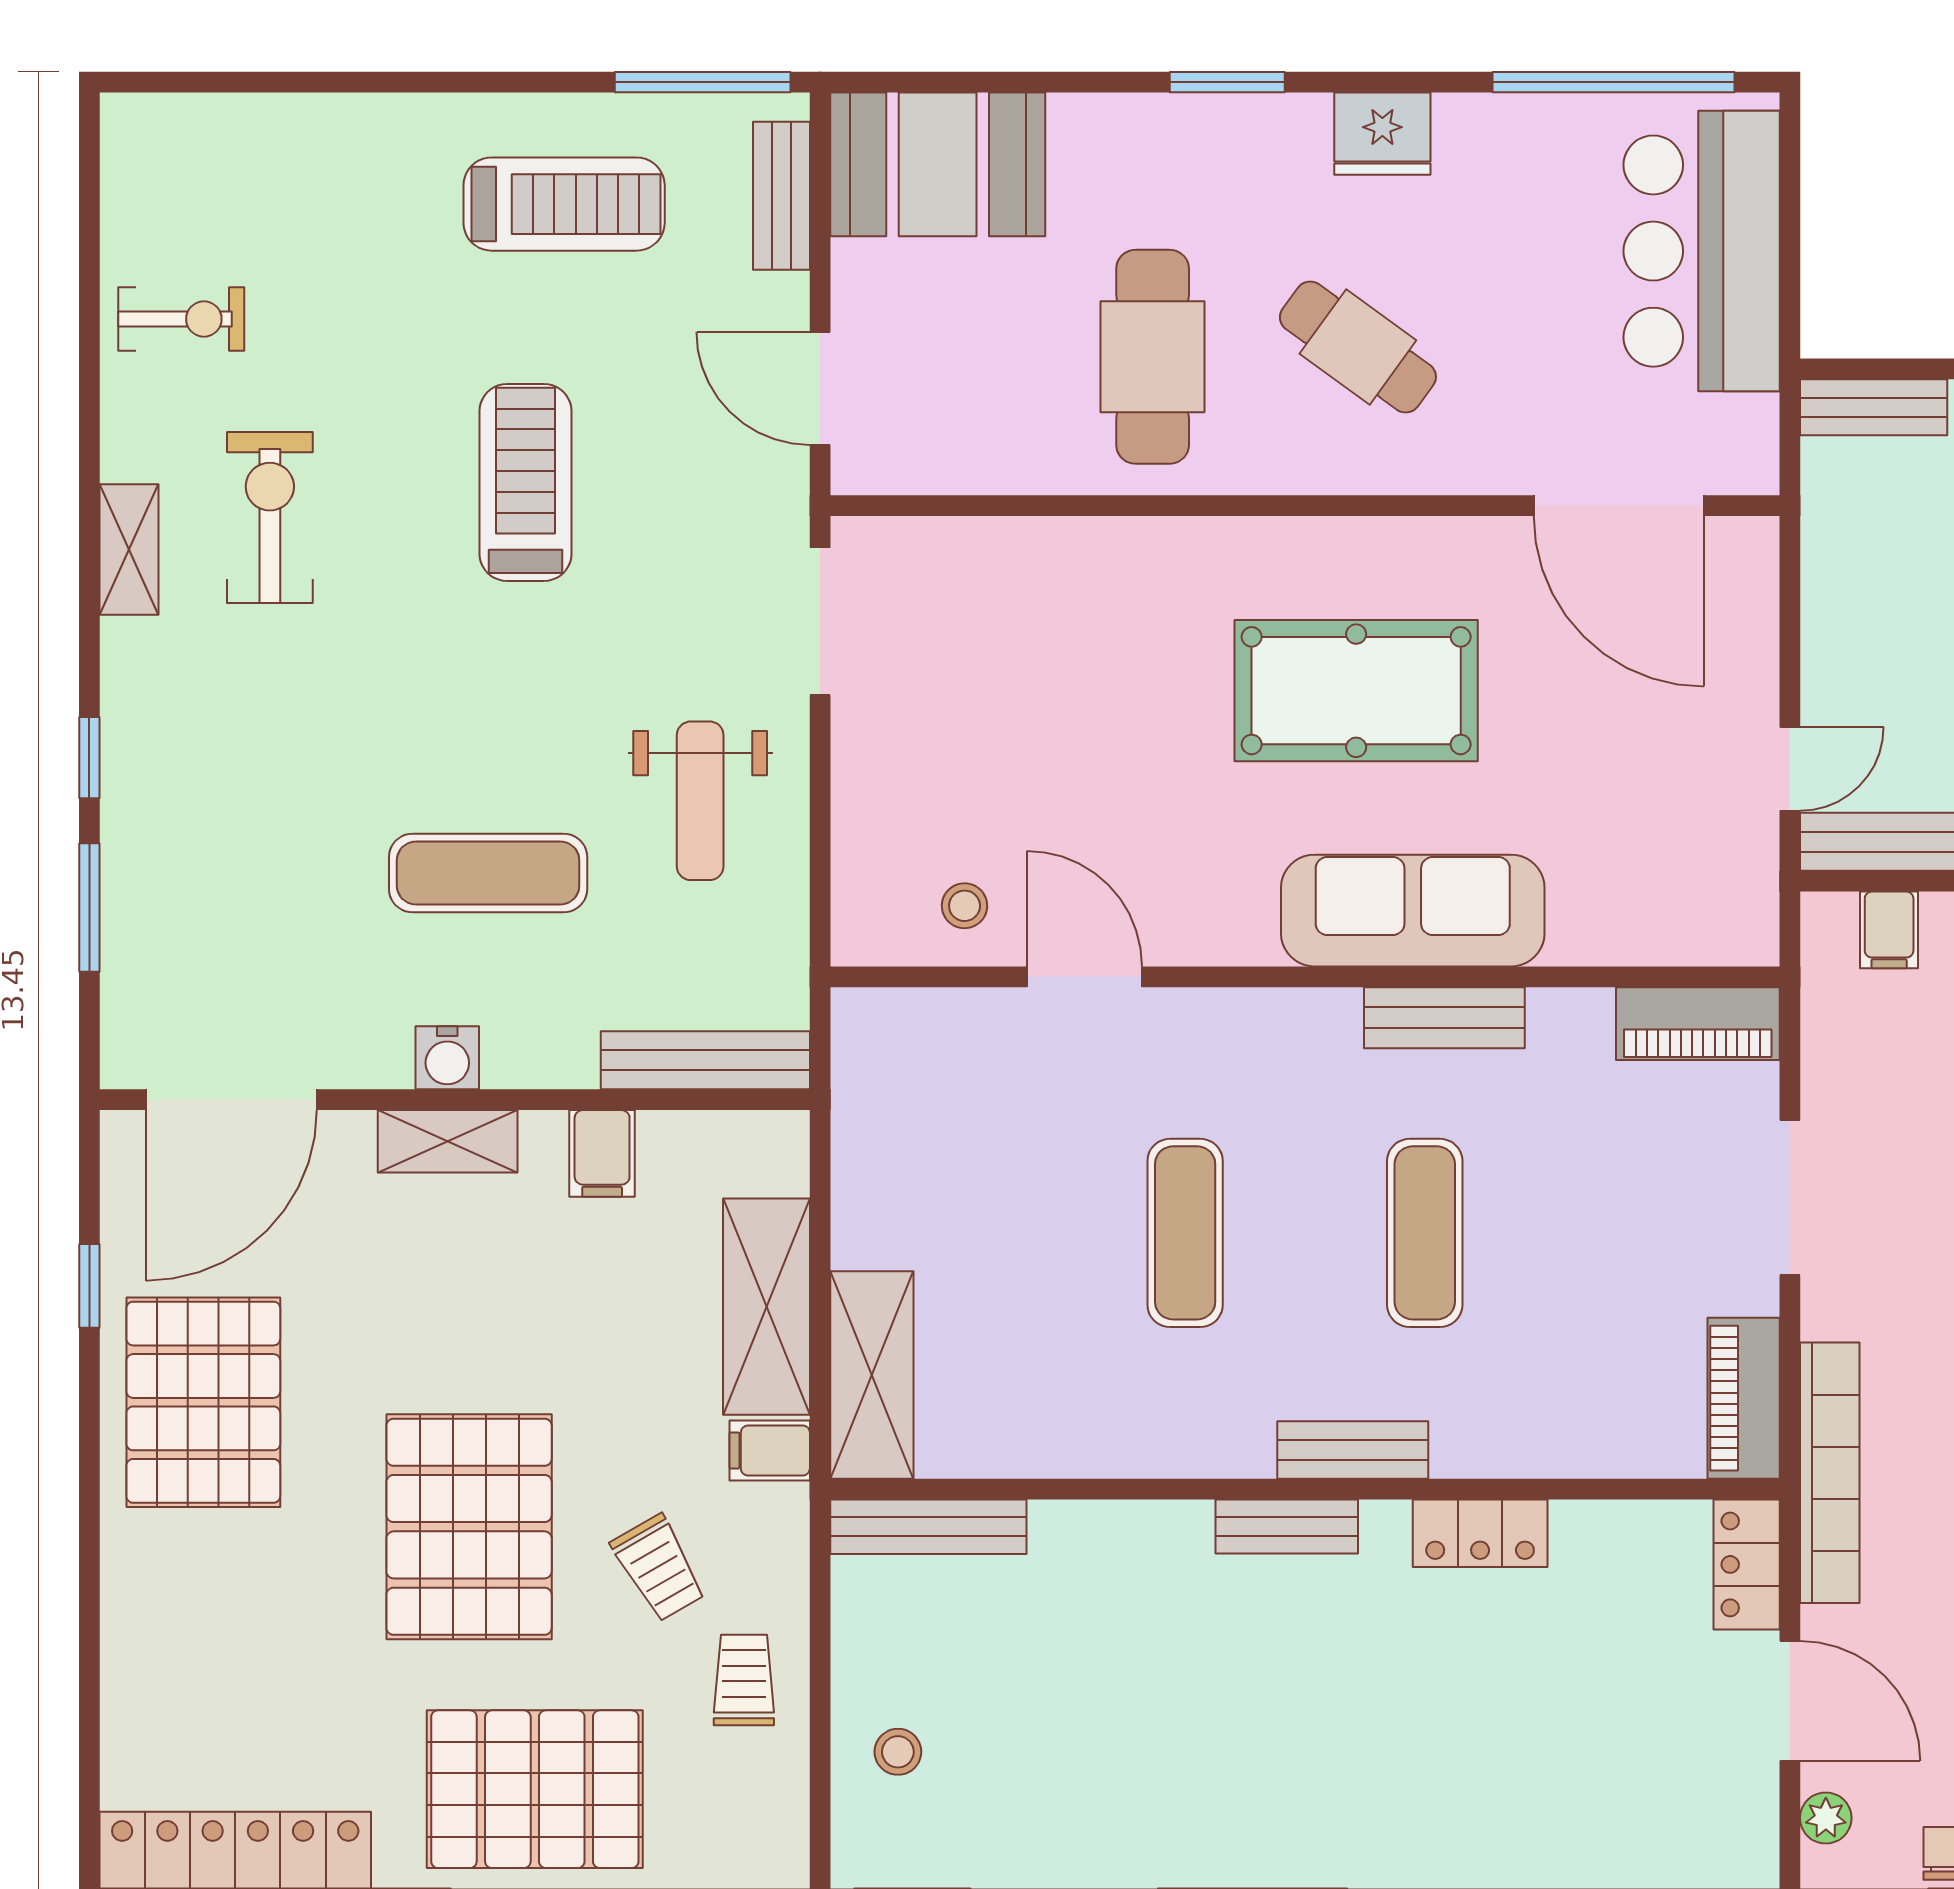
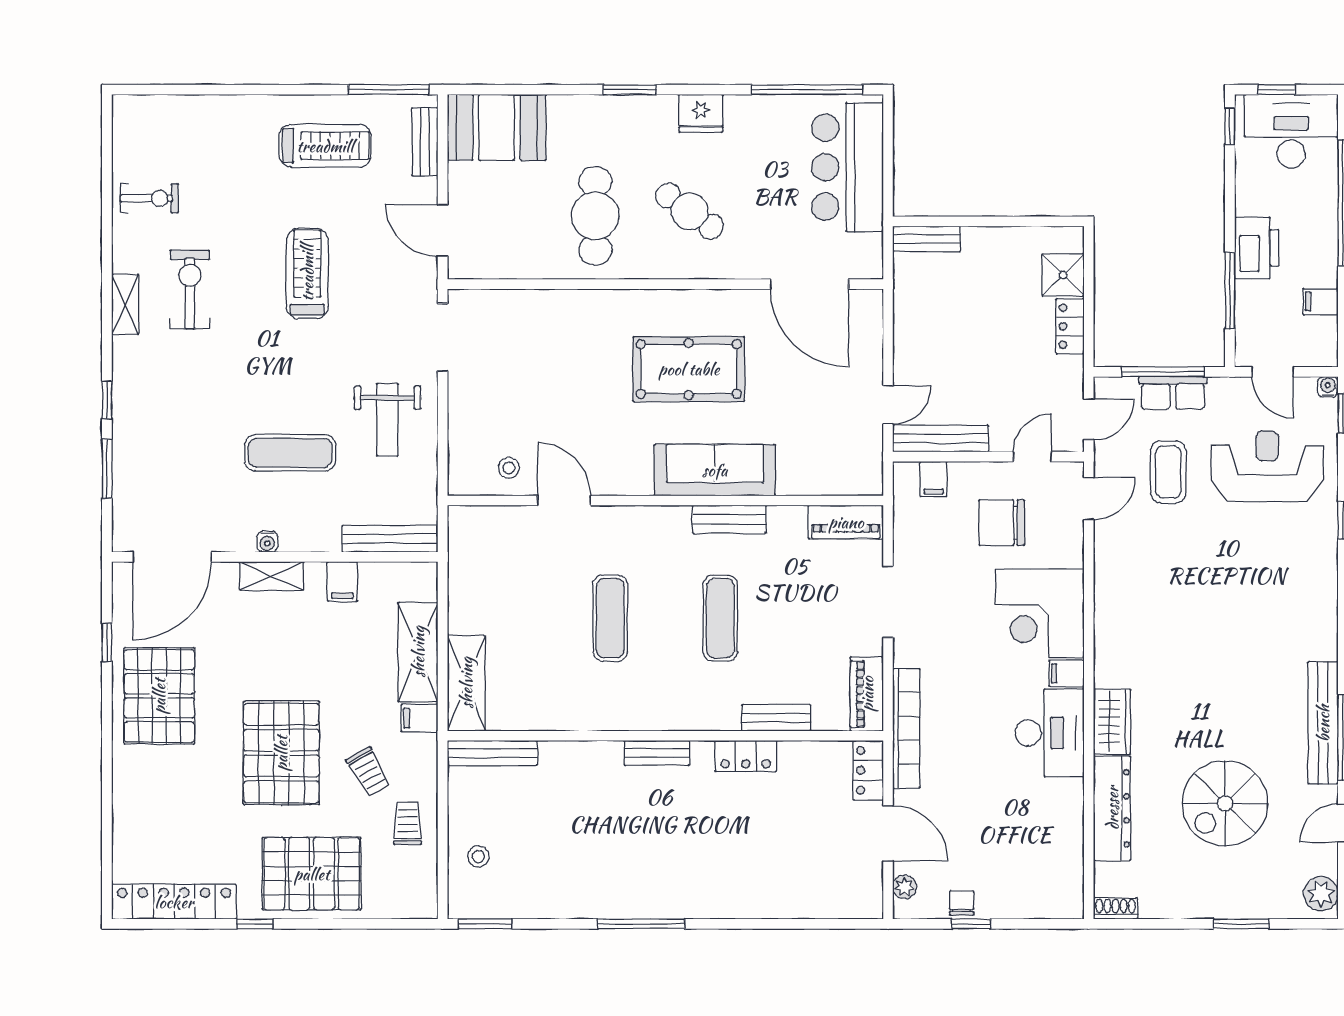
water cooler: (447, 1058) -> (267, 542), width x0.72, depth x0.72
bench: (1353, 1450) -> (776, 718), moved

